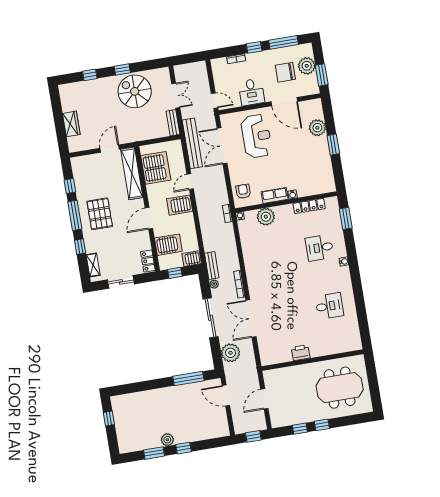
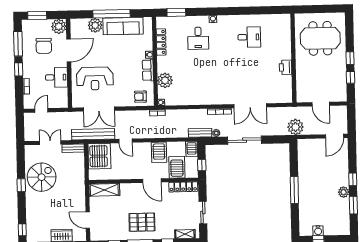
plant: (307, 66) -> (59, 26), moved
window: (90, 75) -> (22, 230), moved
window: (322, 75) -> (37, 15), moved
spiral stairs: (135, 91) -> (42, 177), turned 180
door: (214, 101) -> (41, 110), moved
reception desk: (256, 136) -> (95, 79), turned 180
window: (333, 145) -> (112, 14), width x2.11
door: (110, 149) -> (88, 220), moved
sofa: (321, 160) -> (123, 26), added
server rack: (156, 168) -> (99, 156), moved, turned 90
shelving: (132, 173) -> (104, 190), width x0.68
server rack: (180, 205) -> (159, 152), moved
locker: (148, 261) -> (183, 187), width x1.53
desk: (329, 306) -> (249, 37), turned 90
plant: (230, 353) -> (295, 127), moved
window: (188, 378) -> (294, 190), moved
meeting table: (340, 388) -> (320, 38), turned 90
door: (226, 395) -> (335, 136), moved
water cooler: (119, 417) -> (318, 231), added
window: (253, 436) -> (351, 118), removed

